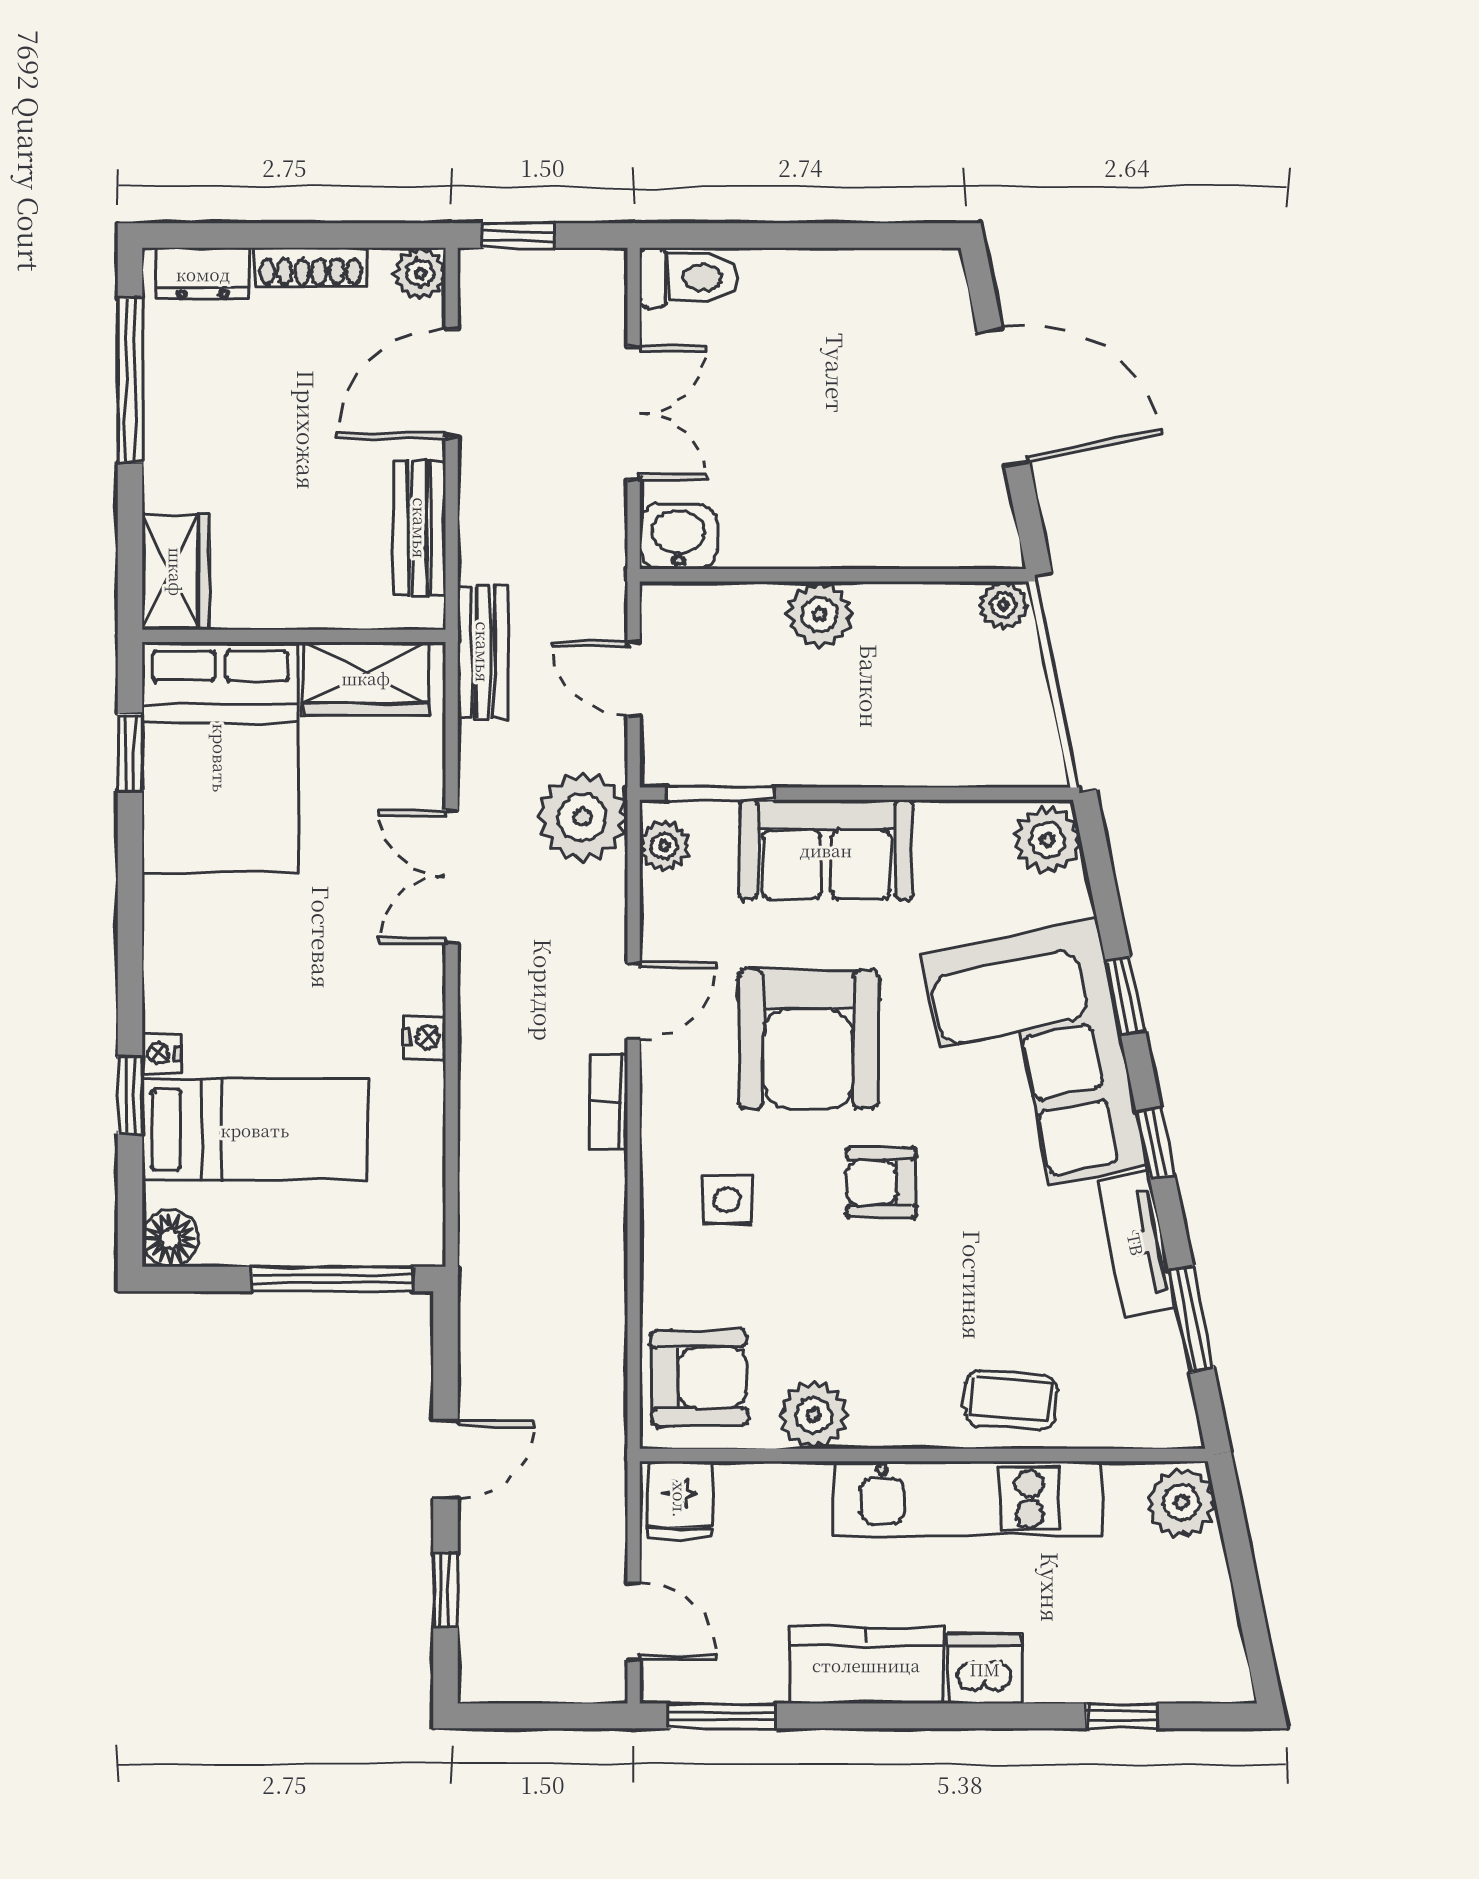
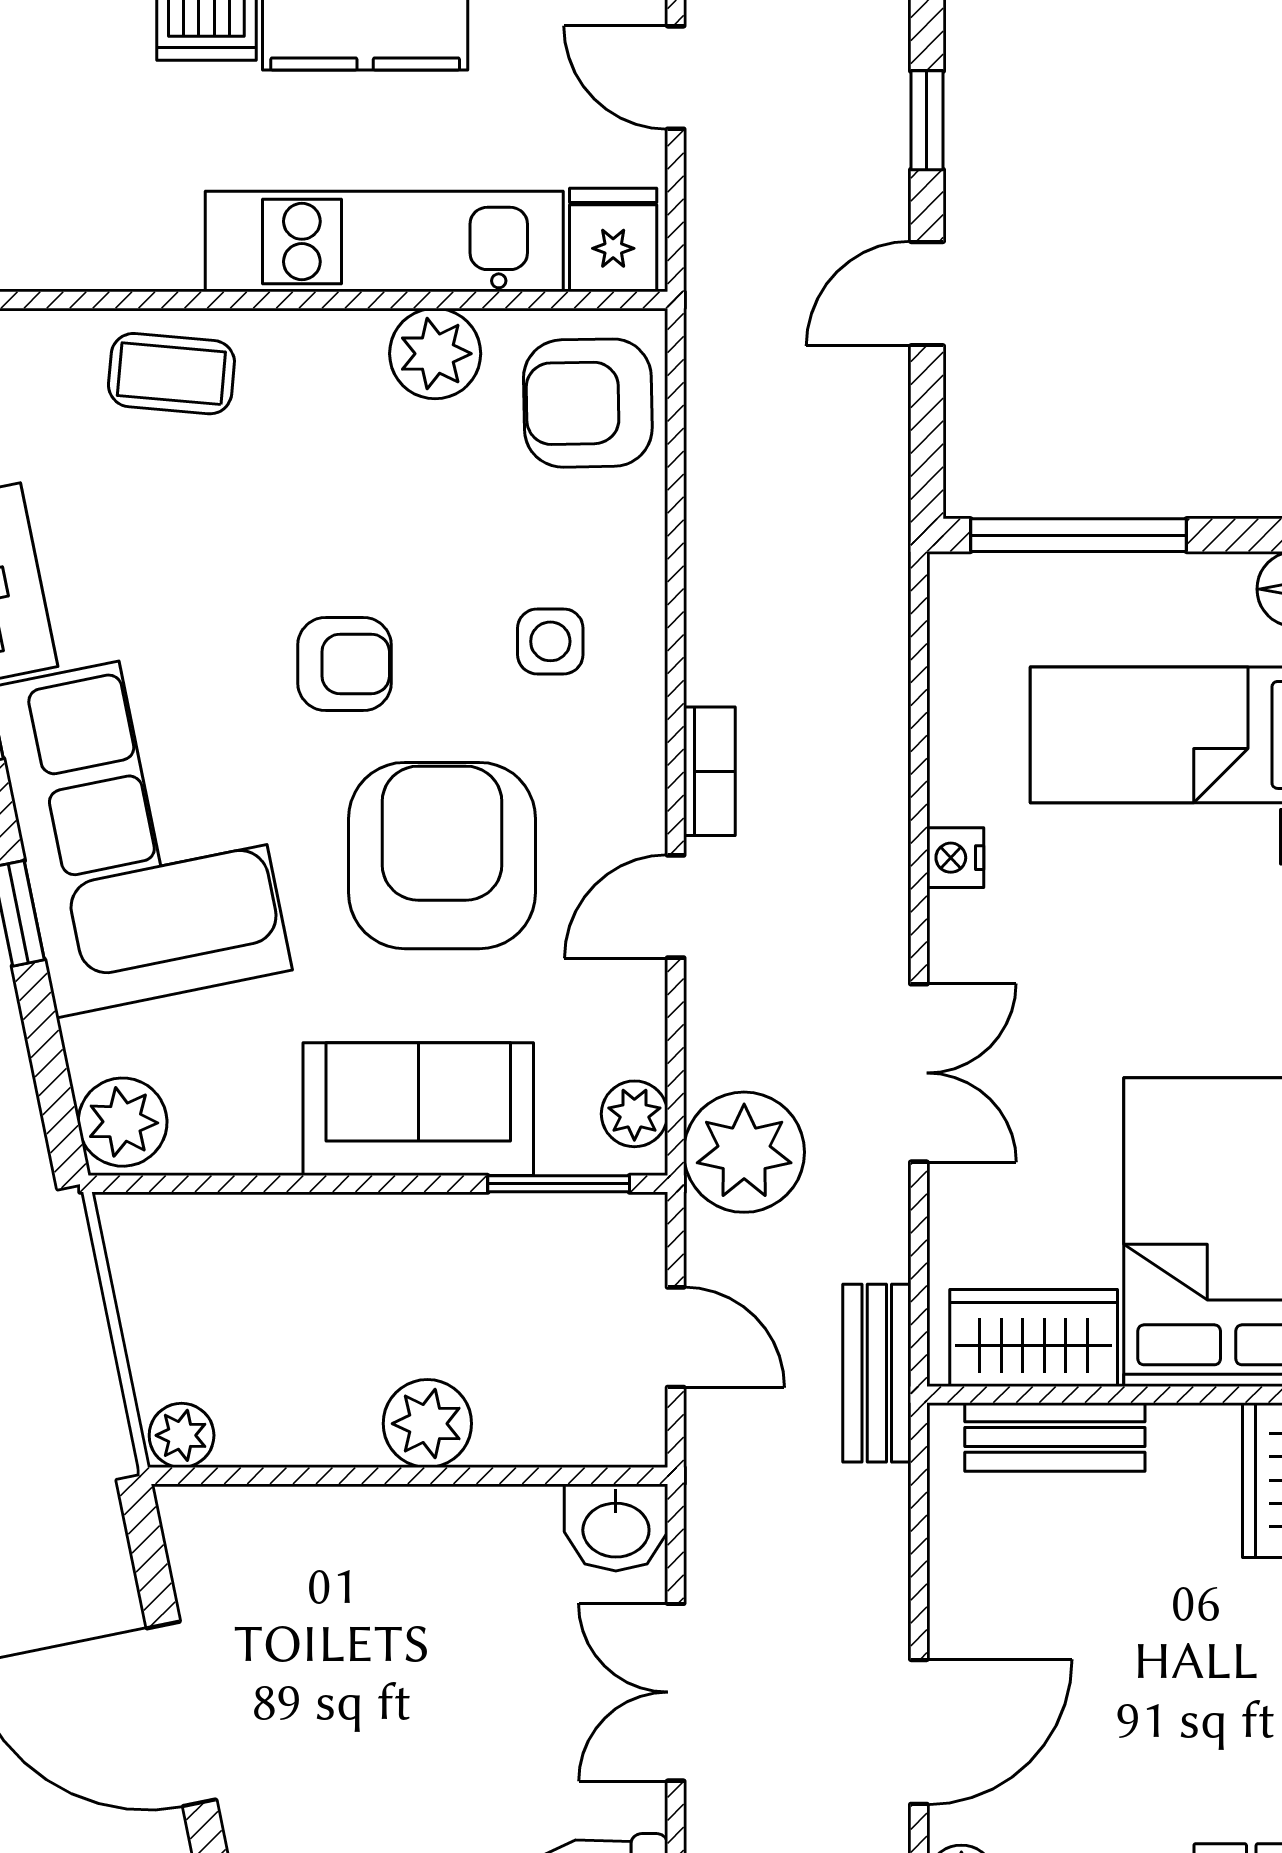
bench: (420, 528) -> (1055, 1437), moved, turned 90
kitchen unit: (968, 1499) -> (384, 241), moved

